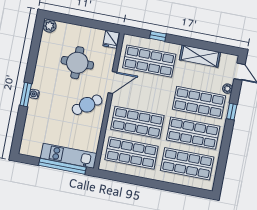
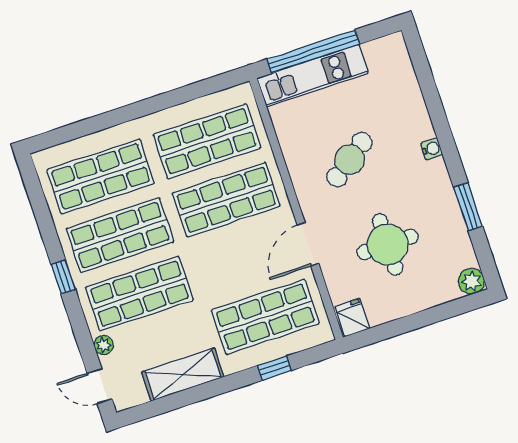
window: (26, 94) -> (468, 207), moved
cafe table: (87, 105) -> (349, 160), moved
window: (232, 112) -> (63, 277), moved

